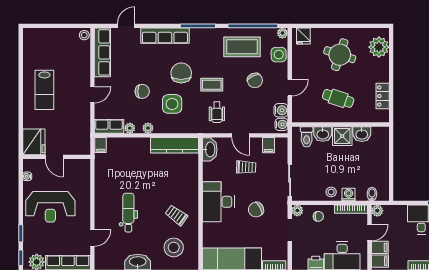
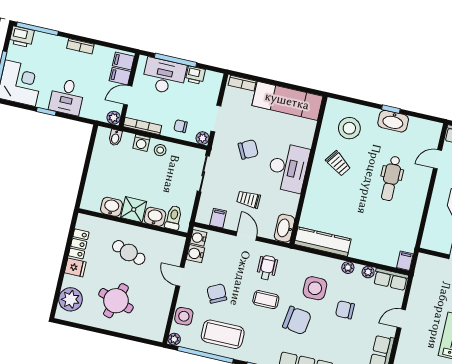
fridge: (303, 36) -> (75, 267), moved, turned 90
chair: (181, 73) -> (297, 320), turned -82
door: (290, 88) -> (180, 277), hinge flipped

